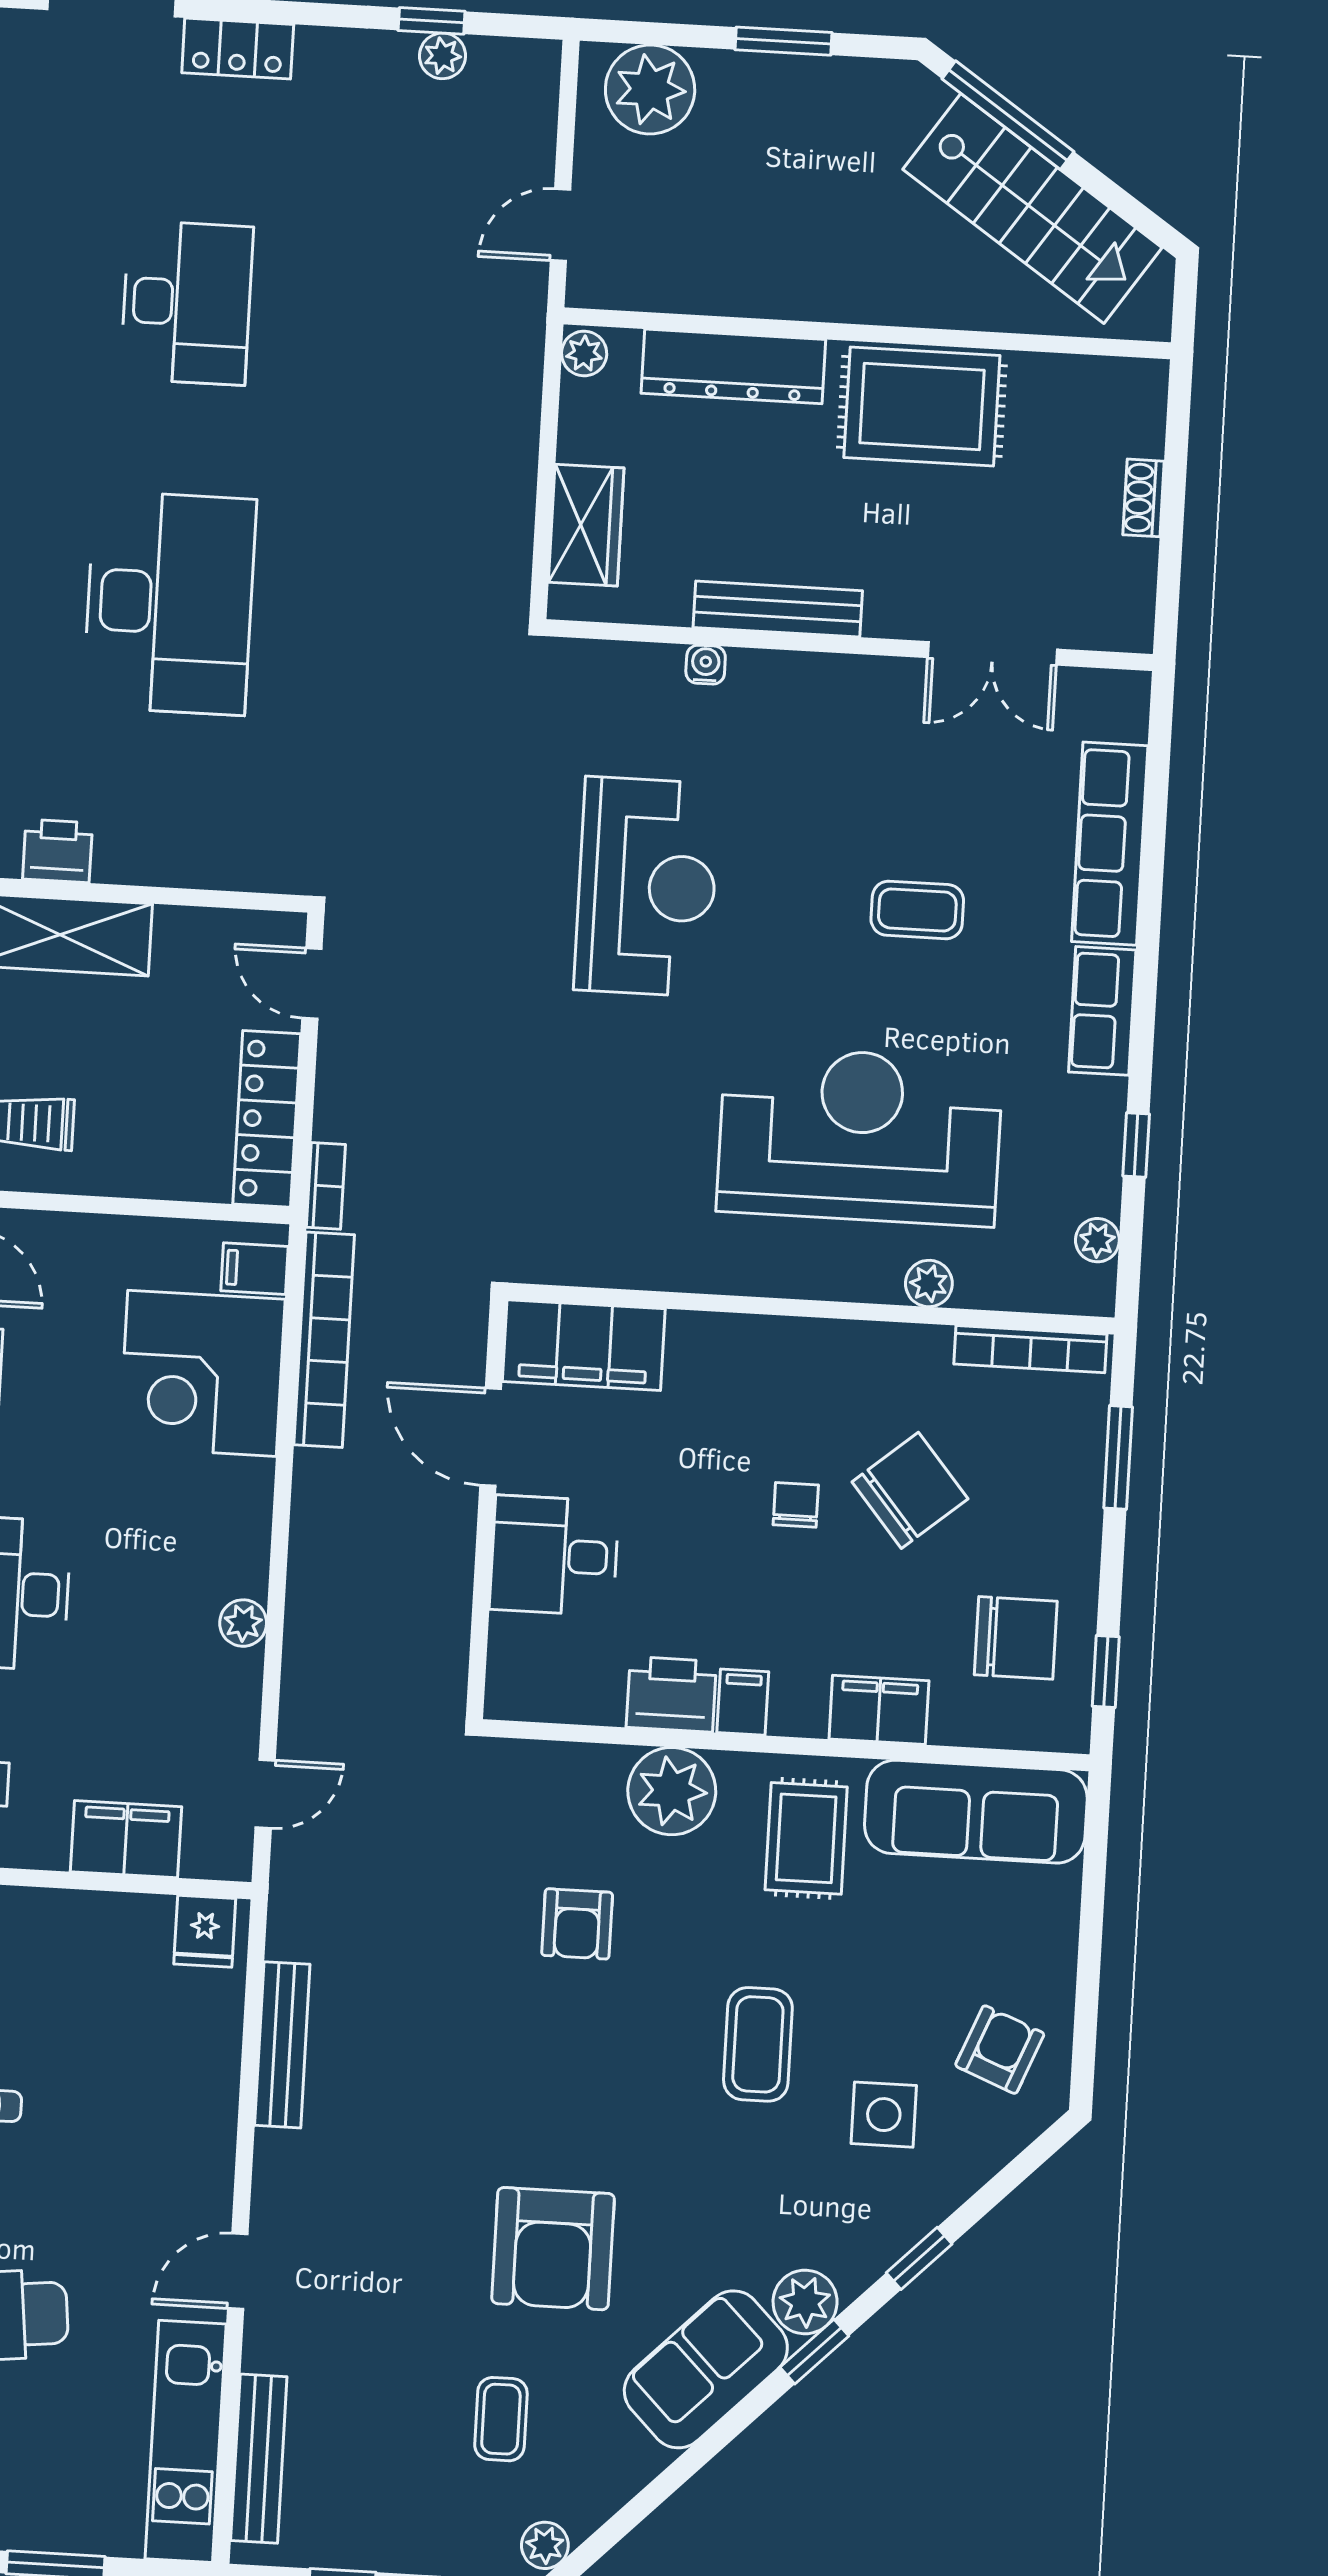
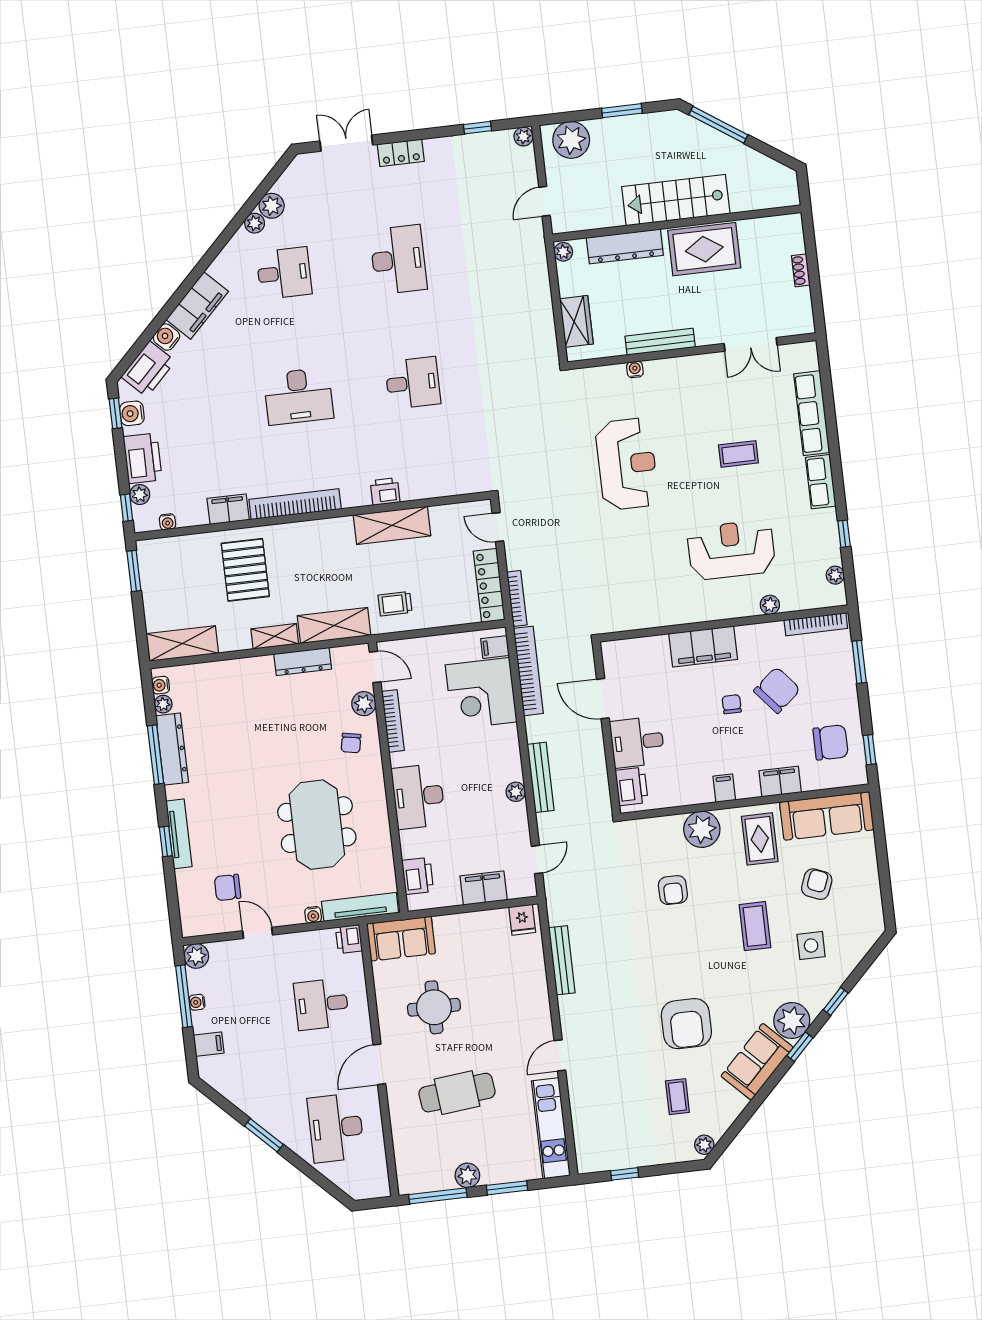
plant: (443, 56) -> (523, 137), moved
stairs: (1032, 208) -> (676, 200), moved, turned 146
desk: (169, 603) -> (413, 383), width x0.53, depth x0.77
reception desk: (860, 1136) -> (731, 550), width x0.74, depth x0.77
bookcase: (326, 1186) -> (517, 598), width x1.56
filing cabinet: (584, 1345) -> (703, 646), moved
printer: (671, 1694) -> (632, 786), moved, turned 90
armchair: (1000, 2050) -> (817, 884), moved
plant: (805, 2302) -> (792, 1021), width x1.36, depth x1.36
bench: (259, 2459) -> (540, 777), moved

